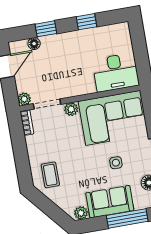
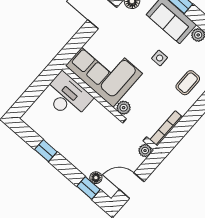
window: (46, 29) -> (89, 188), moved
bookcase: (27, 123) -> (166, 128), width x1.56
side table: (116, 163) -> (160, 58), moved

